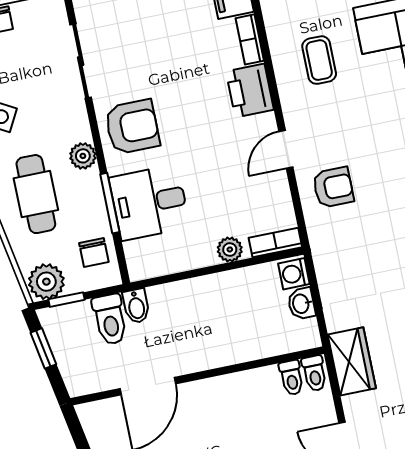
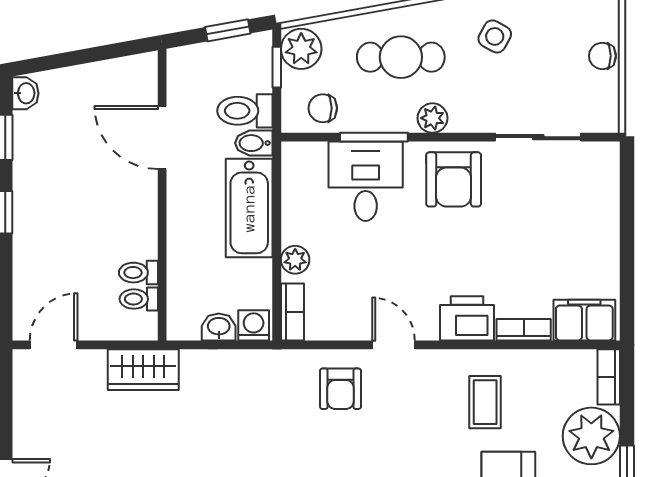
coffee table: (319, 60) -> (485, 402), turned 90
bathtub: (193, 298) -> (249, 208), added
toilet: (314, 373) -> (138, 273), moved

